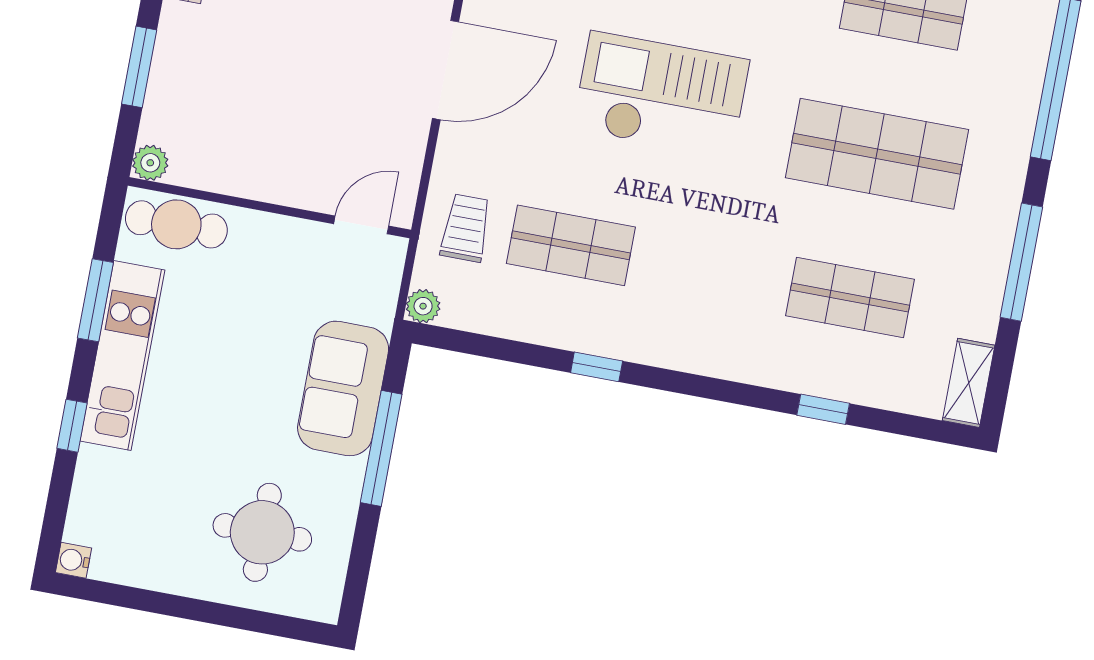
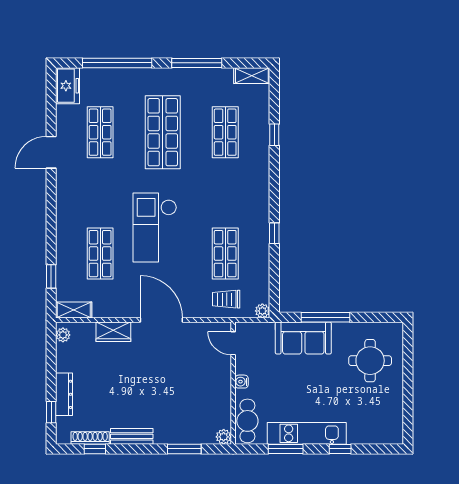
water cooler: (73, 560) -> (242, 382), moved, turned 90

